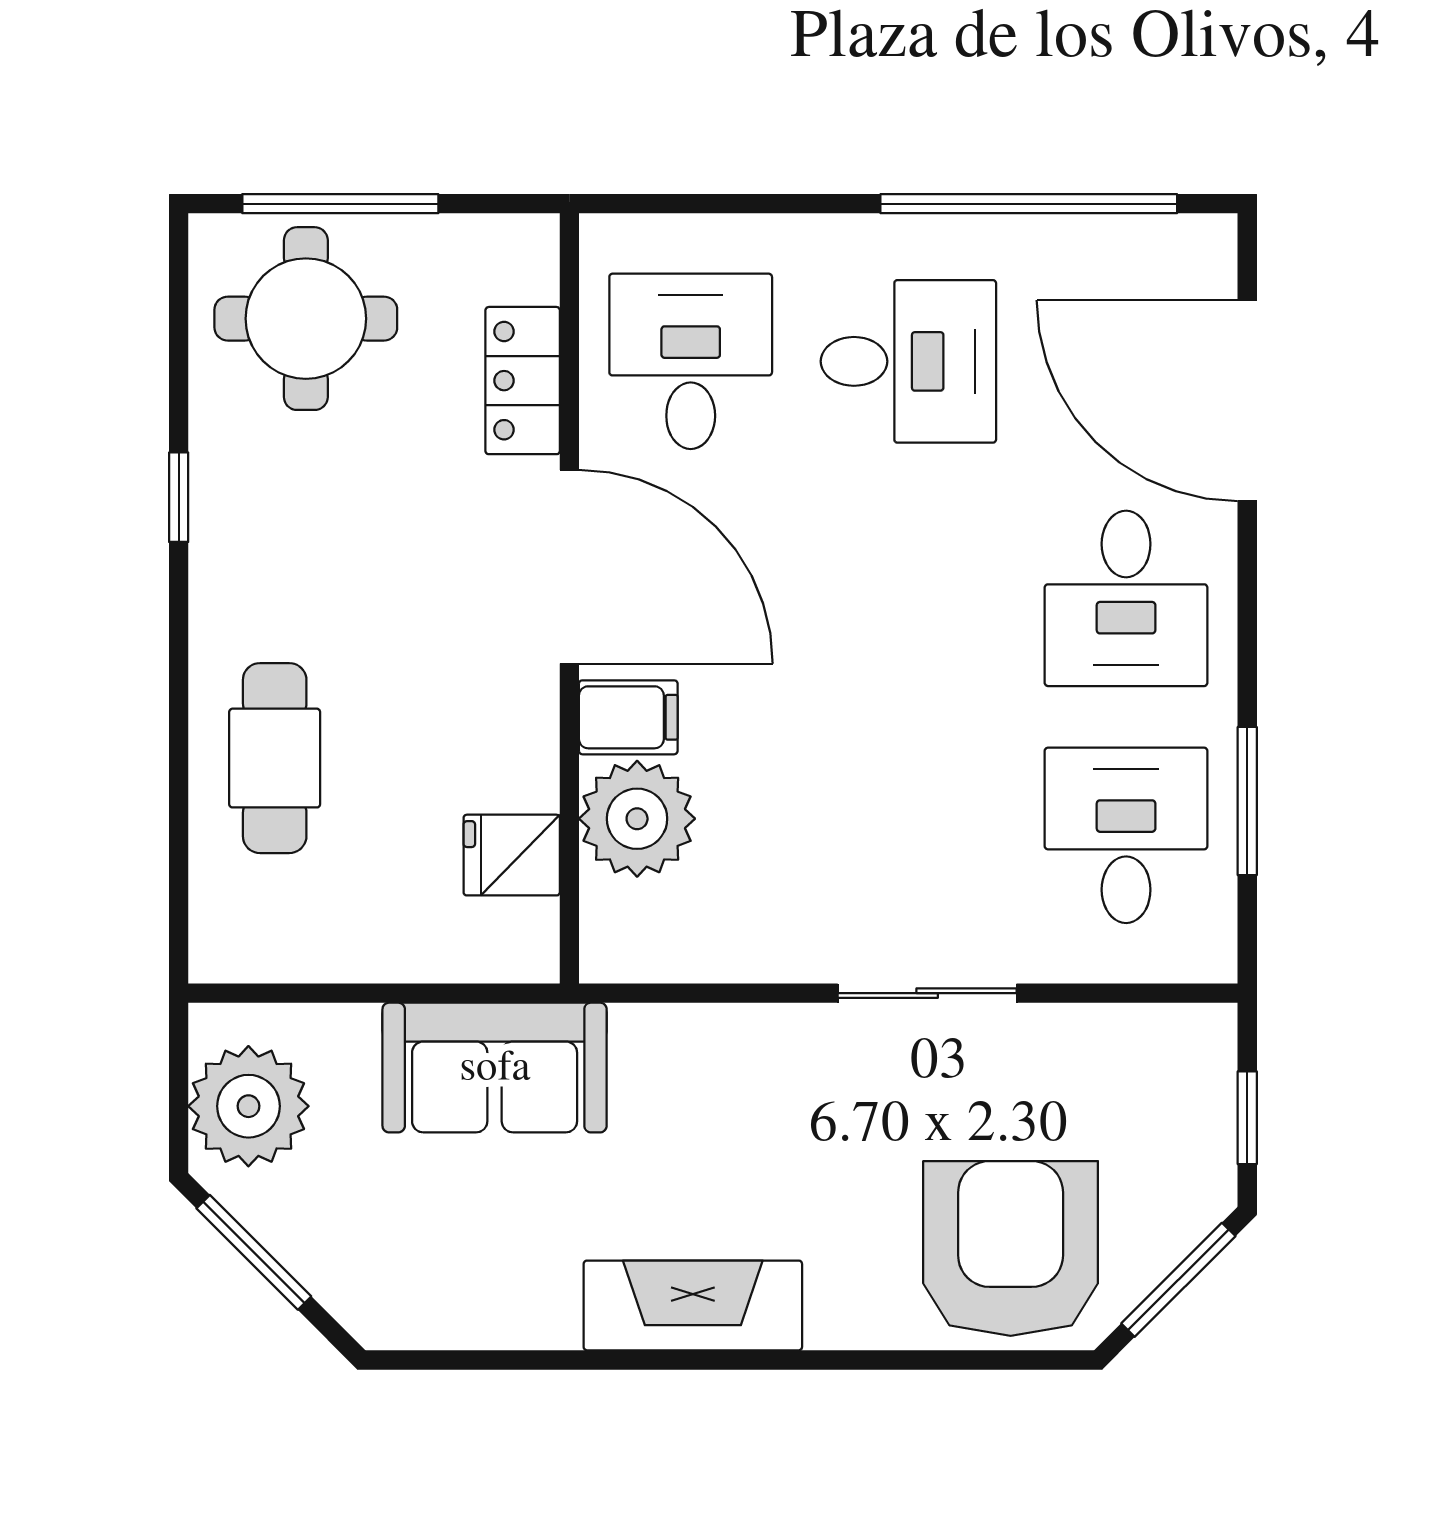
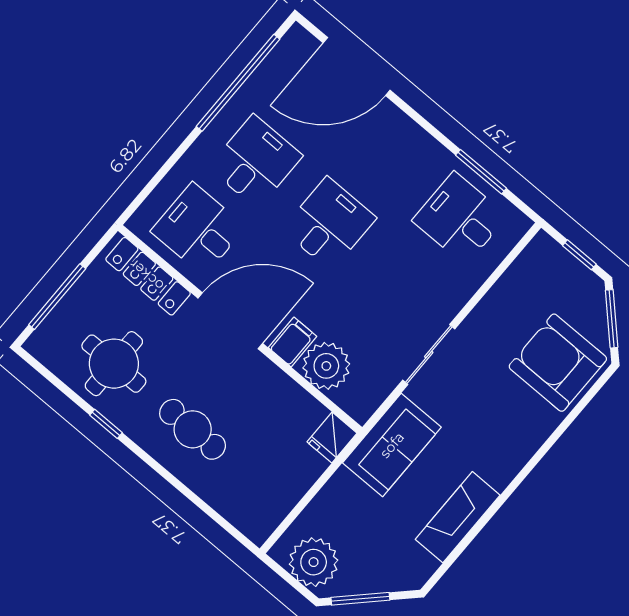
round table: (306, 319) -> (114, 364), moved
locker: (523, 381) -> (148, 276), width x1.53
desk: (1126, 598) -> (329, 224), moved, turned -90
cafe table: (275, 758) -> (193, 429), moved
fridge: (512, 855) -> (332, 438), moved
sliding door: (927, 993) -> (429, 354), moved
sofa: (495, 1068) -> (392, 445), moved
fireplace: (693, 1305) -> (458, 517), moved

